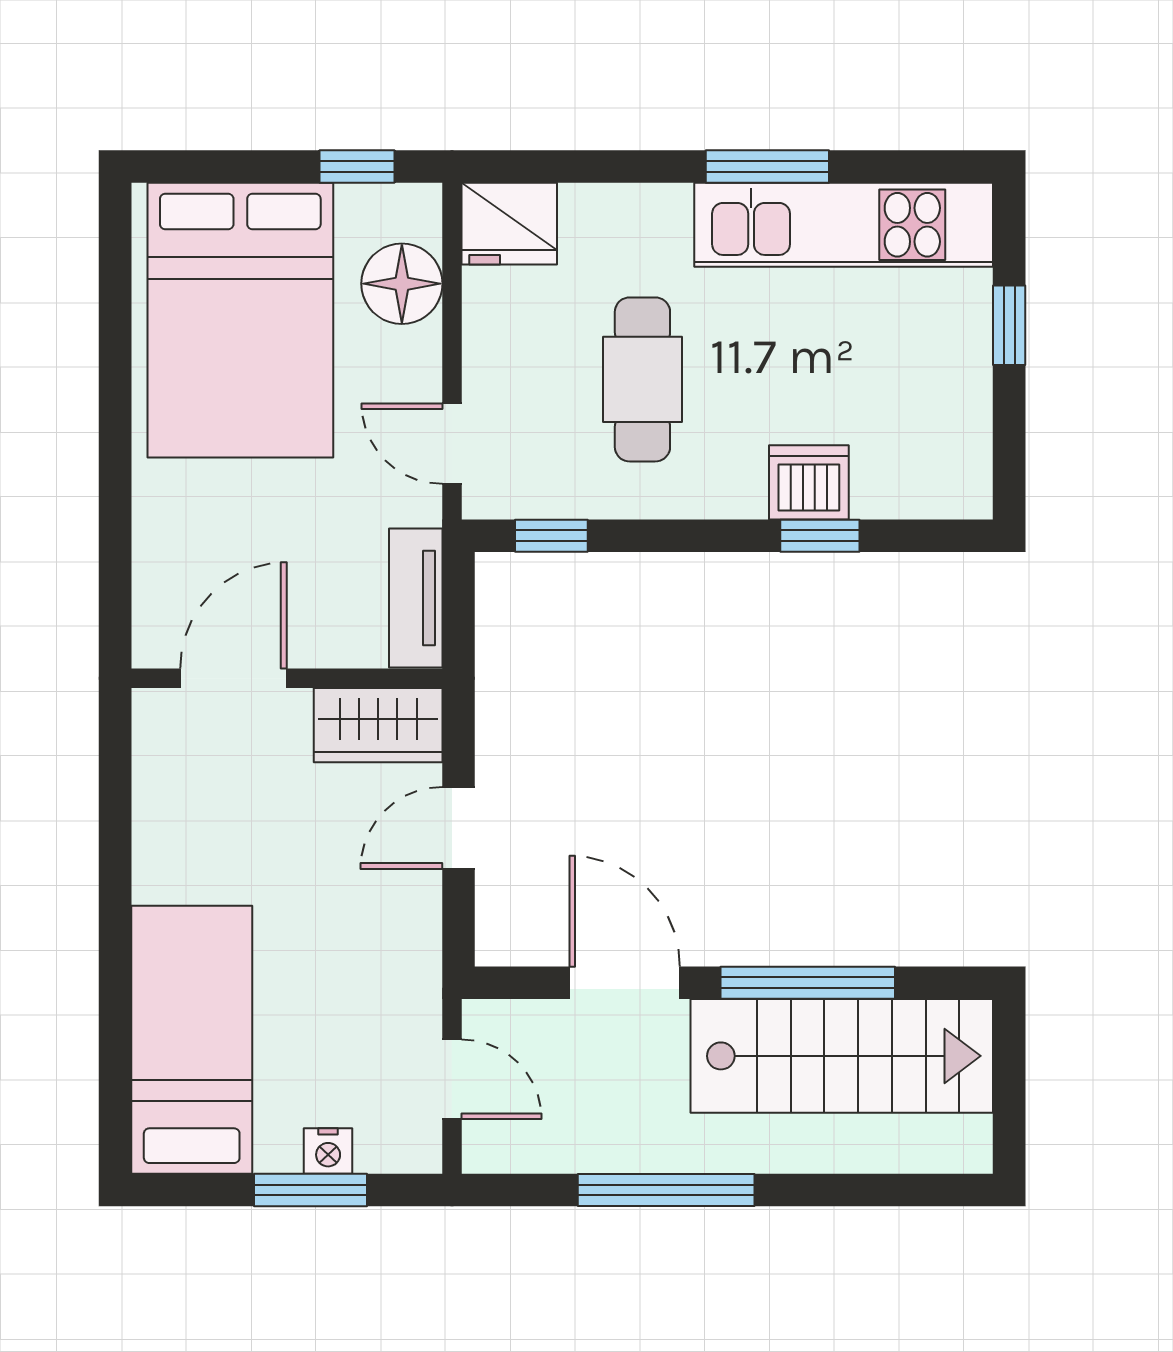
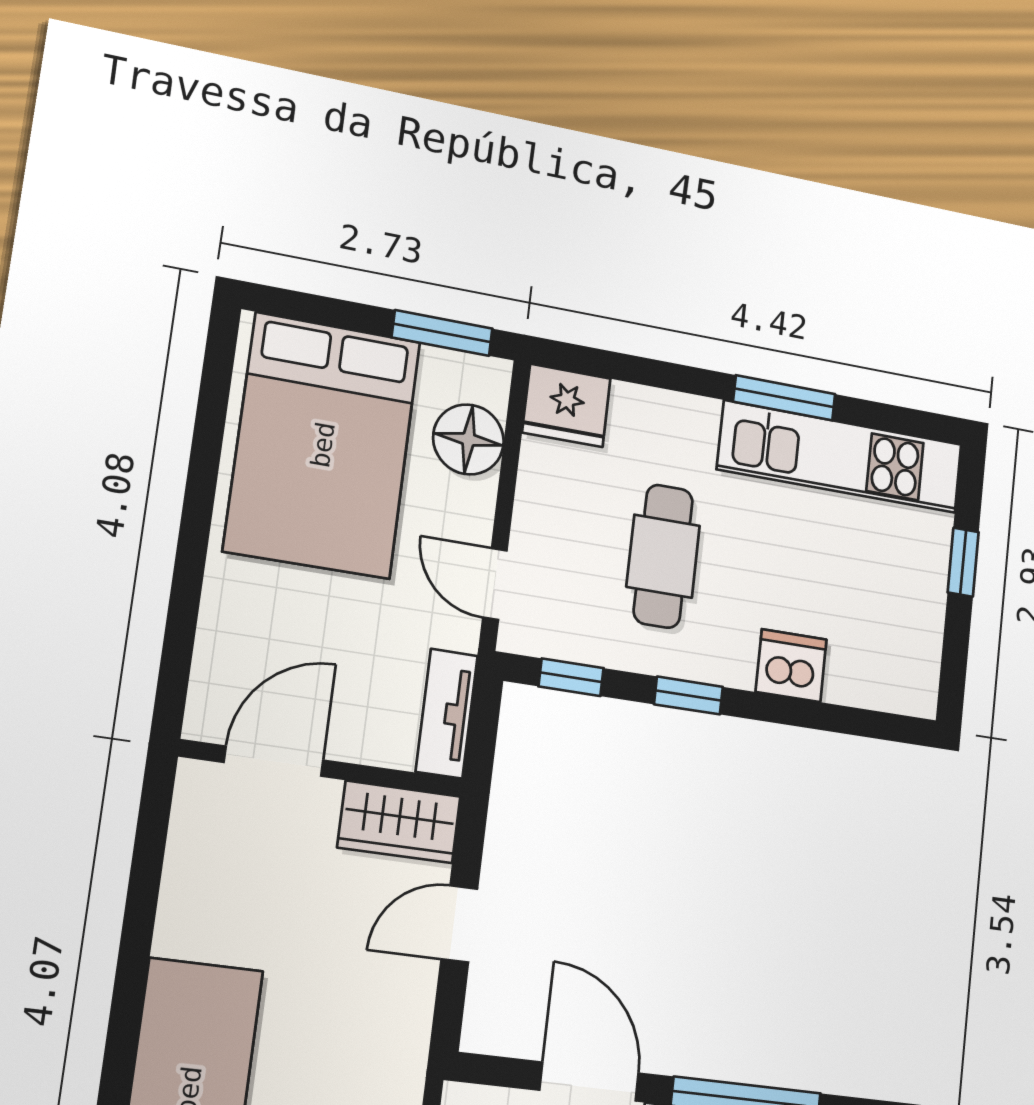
window: (357, 166) -> (442, 333), width x1.50
window: (820, 536) -> (688, 696), moved

